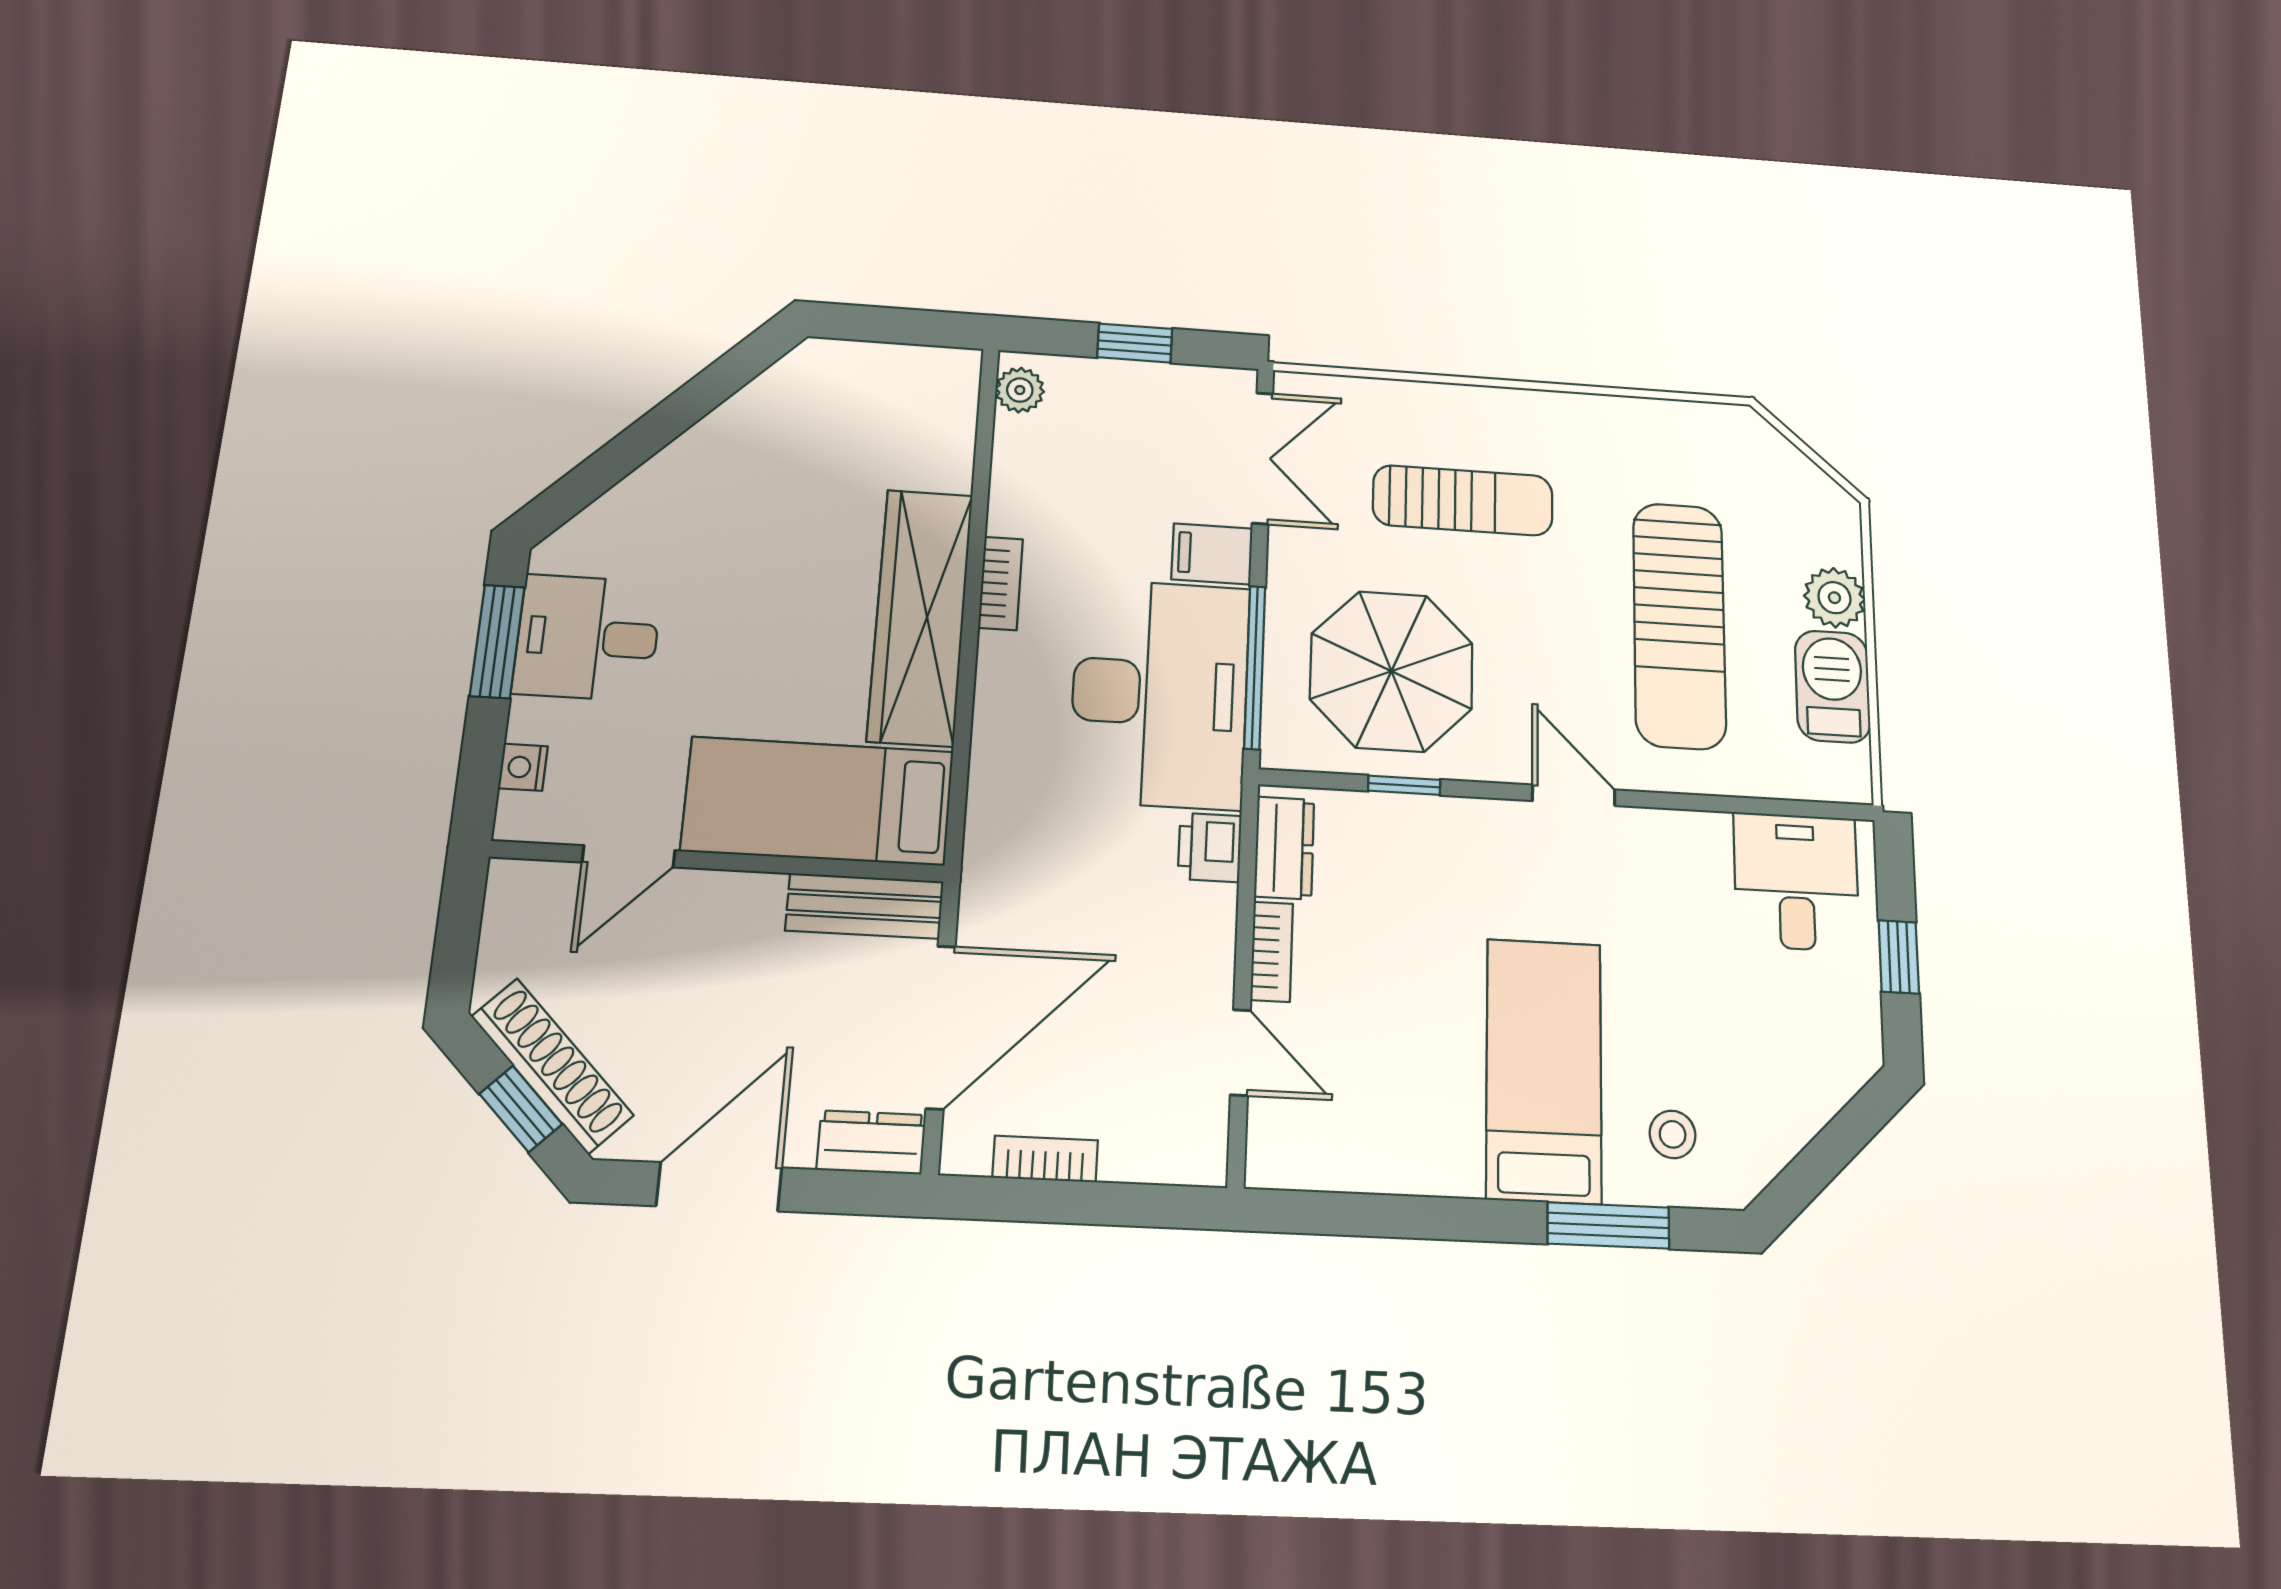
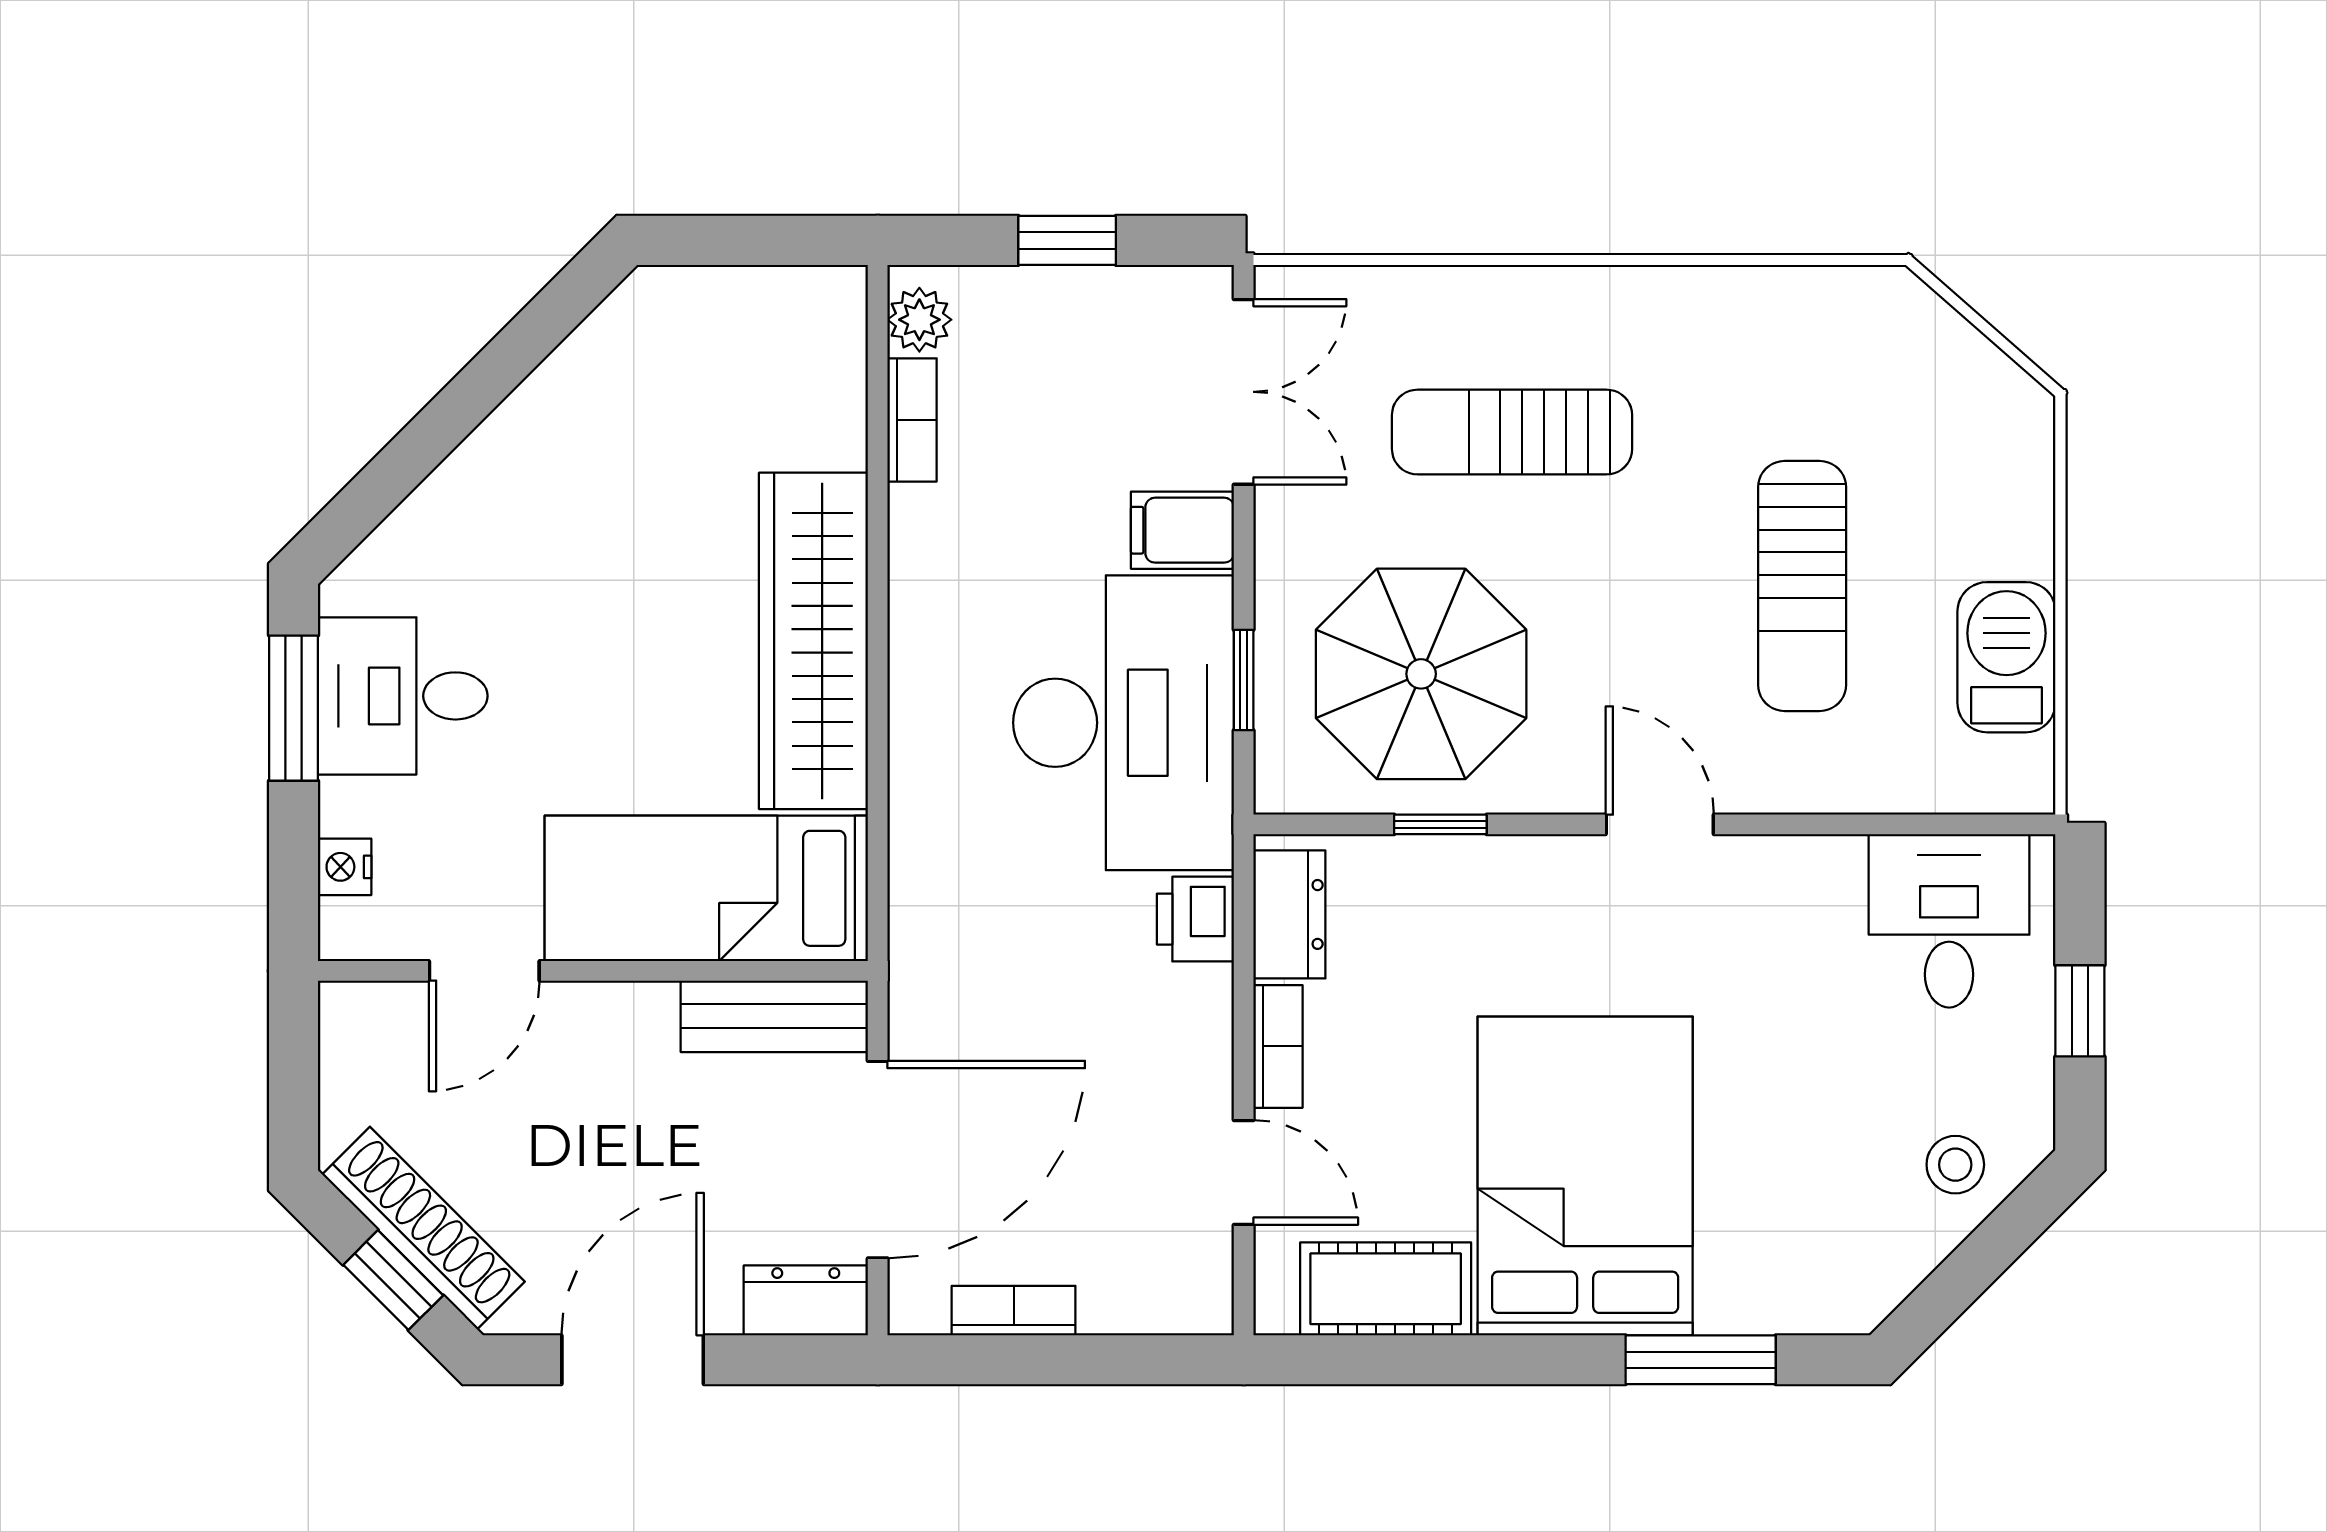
sun lounger: (1463, 500) -> (1512, 432), turned 180
bookcase: (1001, 583) -> (912, 420), moved
plant: (1834, 598) -> (2014, 534), removed
sun lounger: (1679, 625) -> (1802, 586), width x0.73, depth x0.75
window: (1255, 667) -> (1244, 680), width x0.46
bed: (1544, 1070) -> (1585, 1176), width x1.50
stool: (1673, 1134) -> (1955, 1165), moved
cot: (1353, 1154) -> (1386, 1289), added

